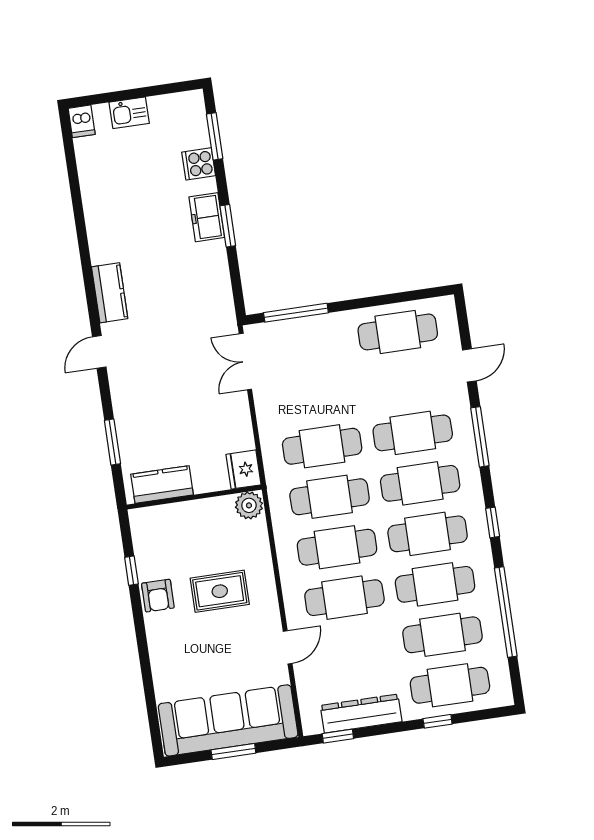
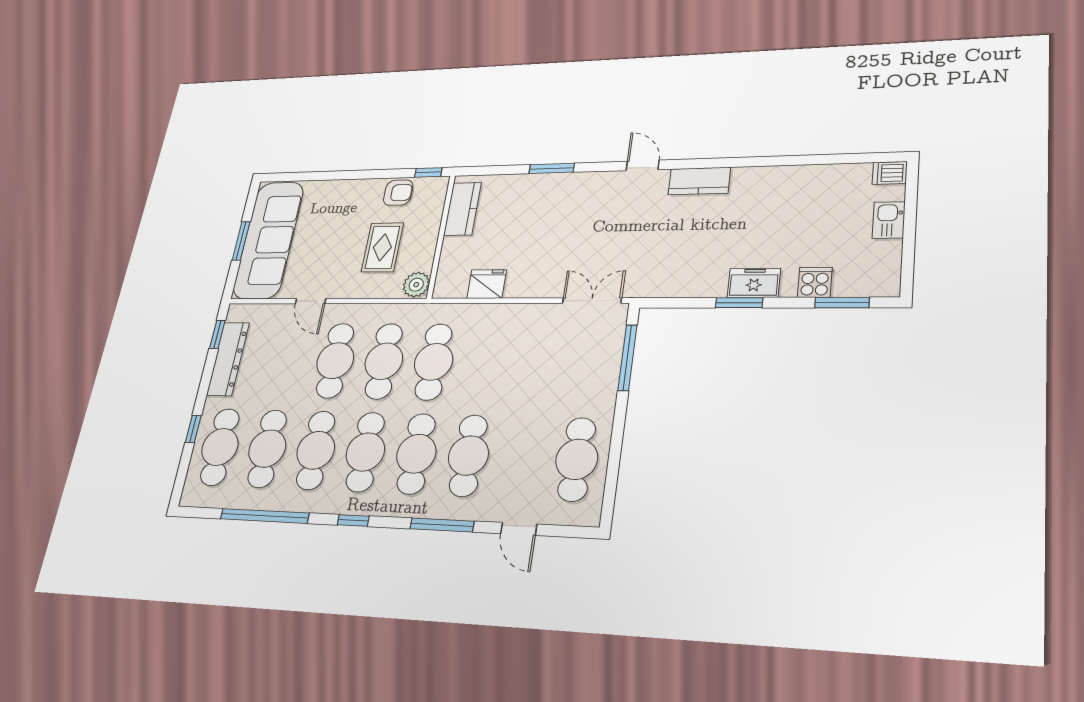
cafe table: (322, 446) -> (485, 362), removed
kitchen counter: (162, 484) -> (463, 209), moved
wall: (194, 497) -> (441, 236), moved
plant: (249, 505) -> (416, 285), moved
armchair: (158, 596) -> (398, 193), turned 180

